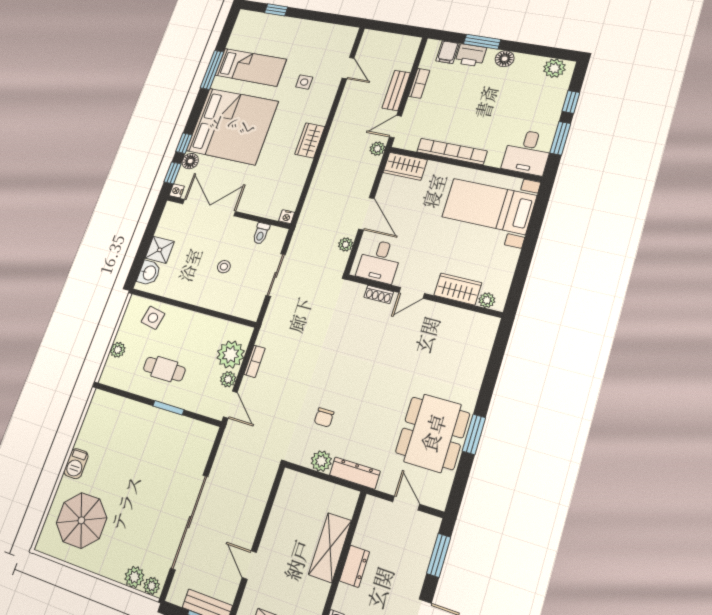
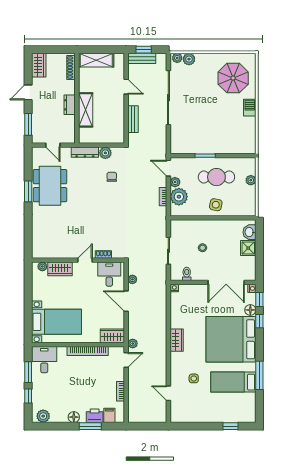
bench: (396, 90) -> (133, 119), moved
side table: (153, 318) -> (216, 205), moved
cafe table: (164, 369) -> (216, 177), width x1.37, depth x1.35

